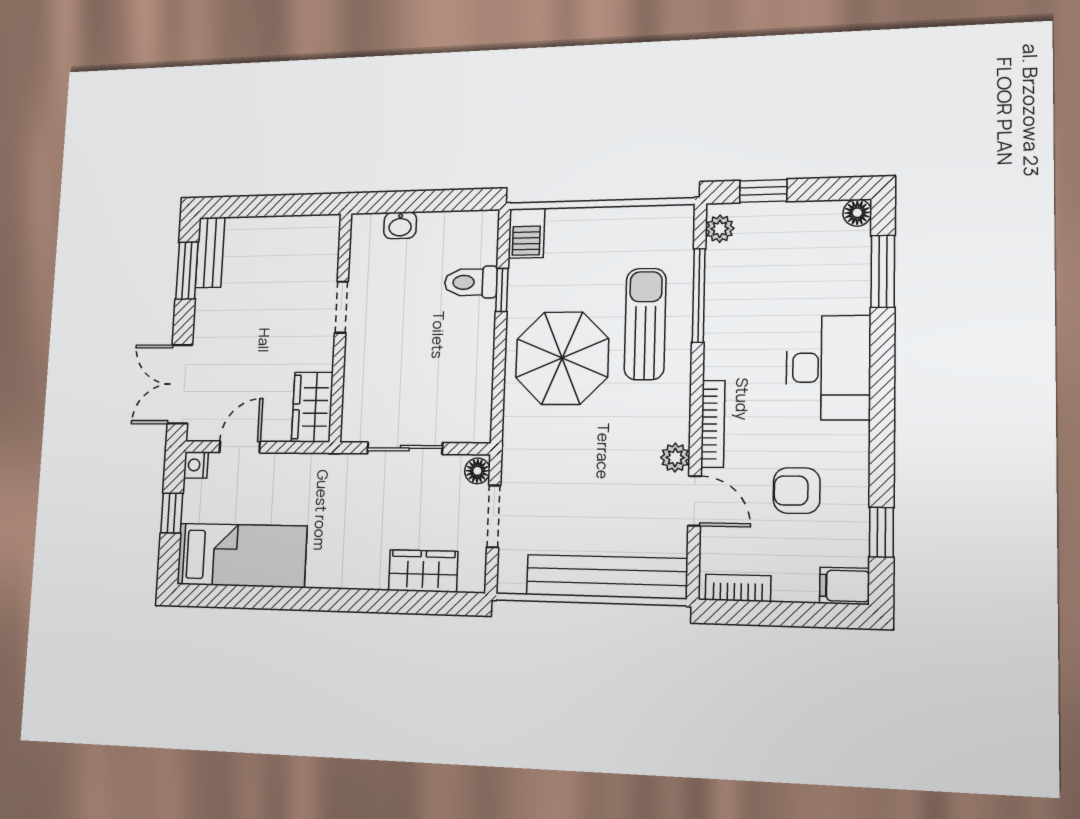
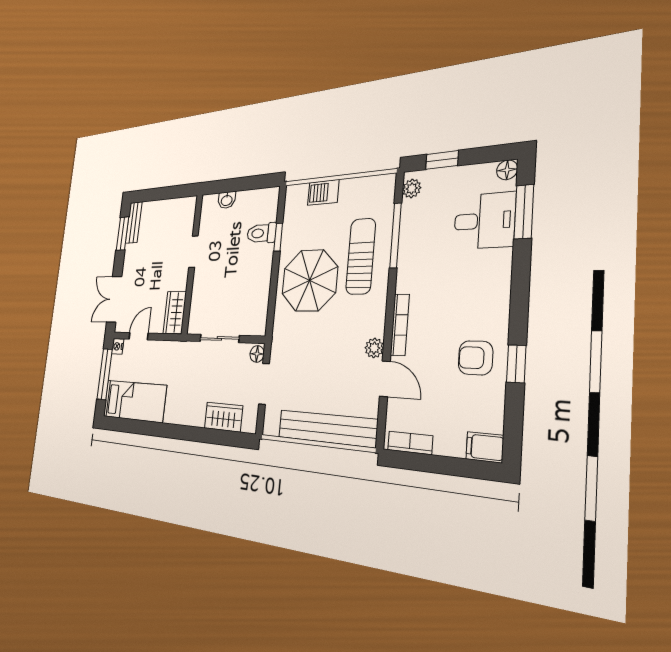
barbecue: (527, 233) -> (323, 192), moved, turned 90
desk: (828, 368) -> (484, 221), moved, width x0.73
armchair: (797, 491) -> (476, 358), moved
window: (172, 513) -> (105, 374), width x2.17
window: (881, 532) -> (516, 364), moved

